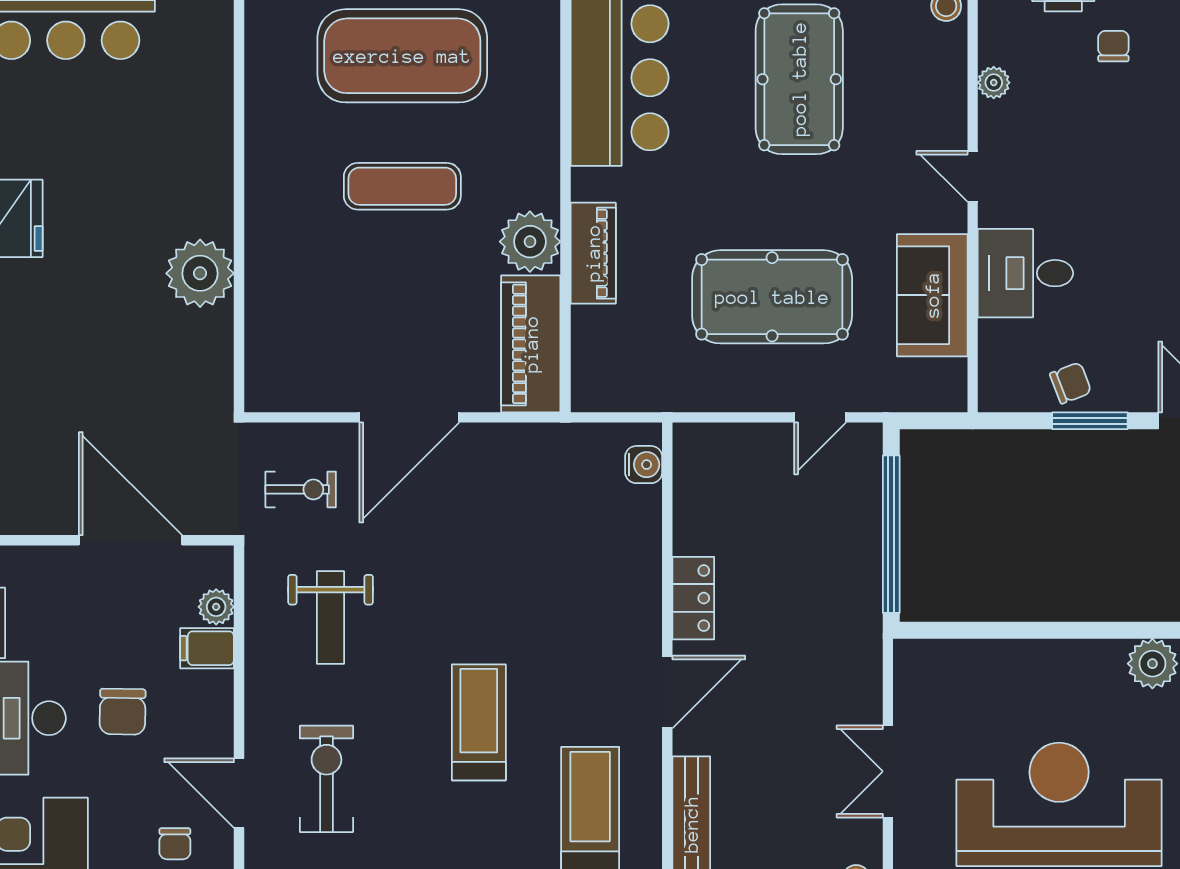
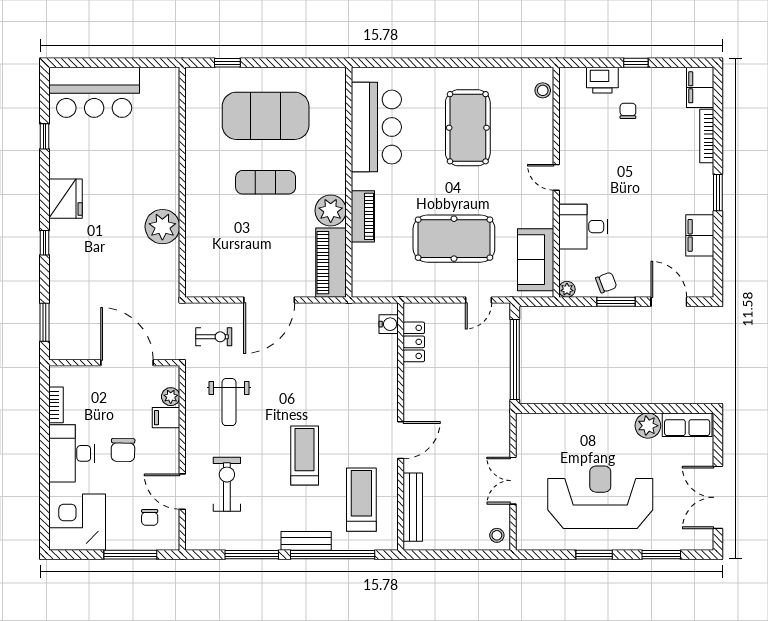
plant: (994, 83) -> (567, 289), moved
sofa: (932, 295) -> (536, 260), moved
locker: (693, 598) -> (414, 342), moved

